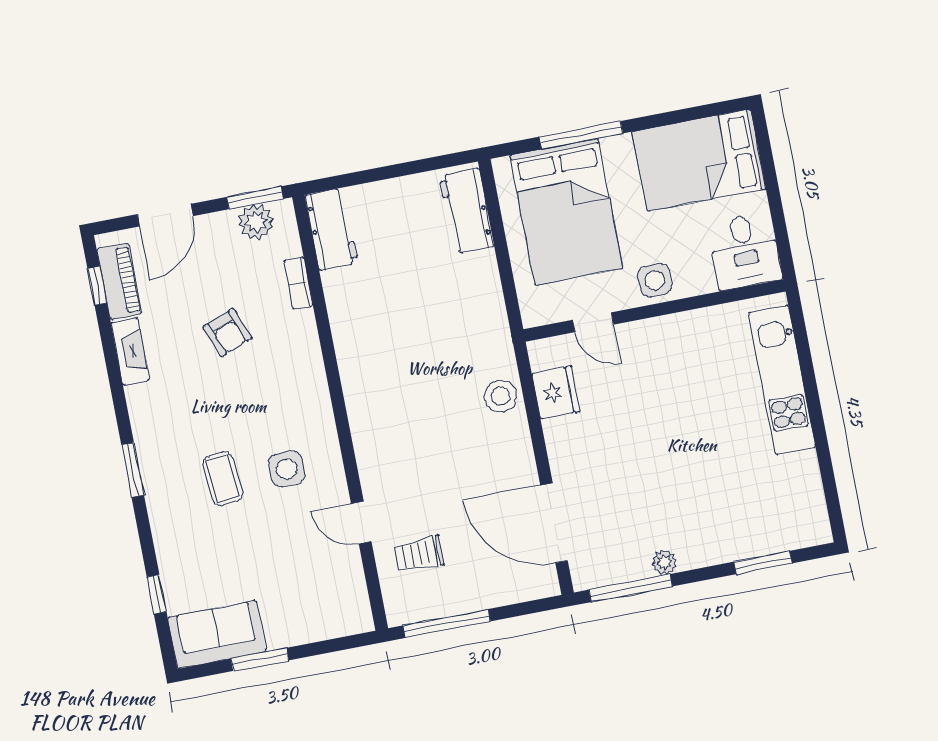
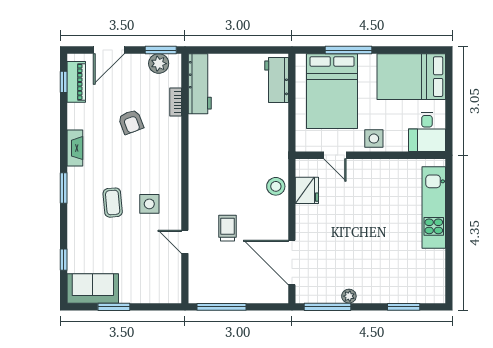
workbench: (332, 229) -> (200, 84), width x1.37
fireplace: (130, 351) -> (75, 148), moved
trolley: (419, 554) -> (228, 228), moved, turned 90

